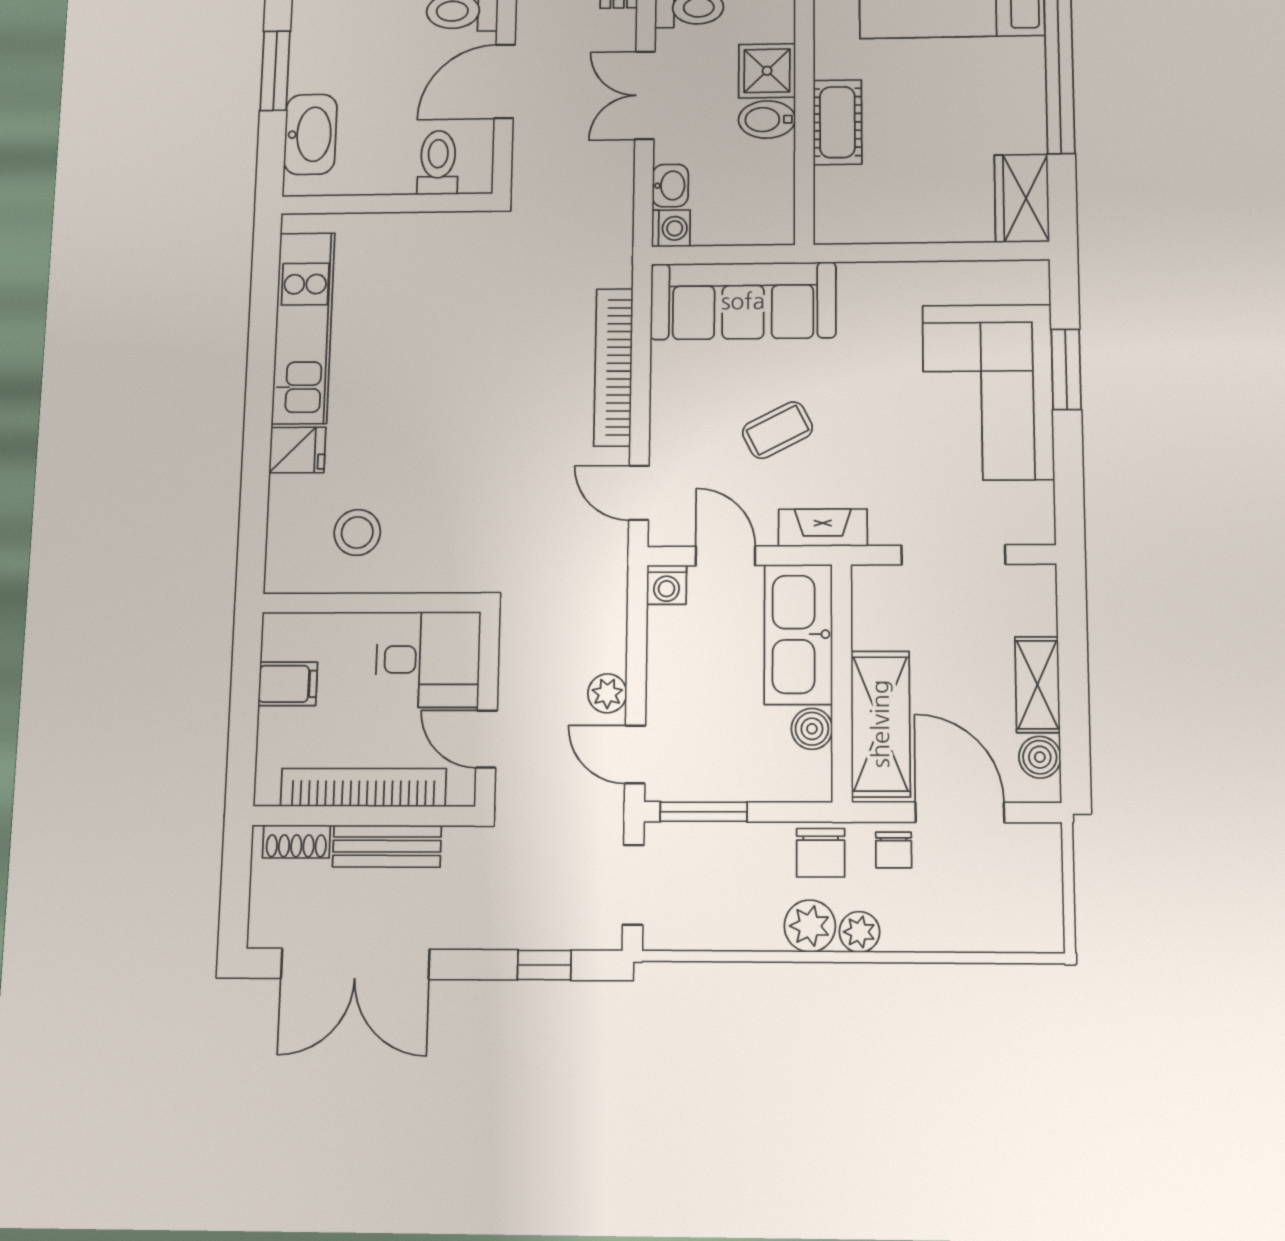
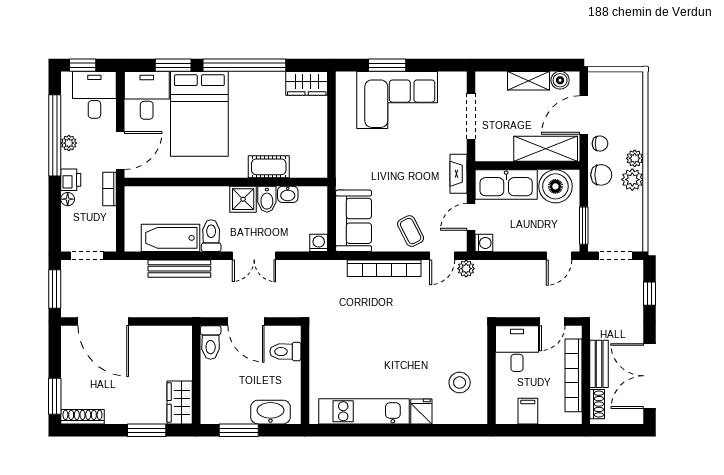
washbasin: (670, 186) -> (288, 194), moved, turned 180
sofa: (743, 301) -> (354, 221), width x0.73
coffee table: (777, 430) -> (411, 231), moved
plant: (607, 693) -> (466, 269), moved
boiler: (812, 729) -> (555, 186), width x1.86, depth x1.86
double door: (355, 964) -> (649, 376), swing flipped

